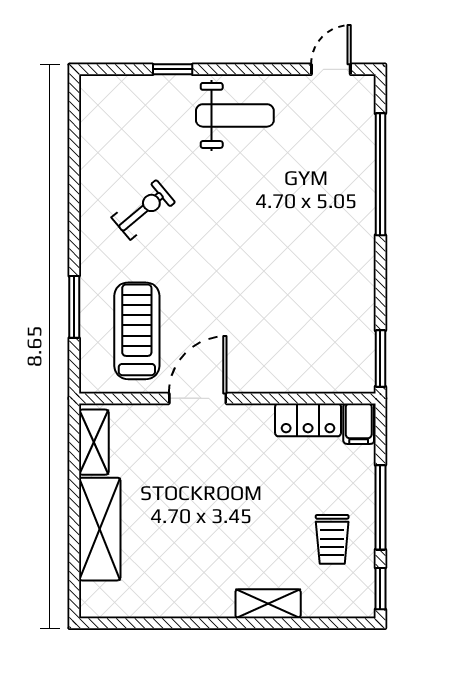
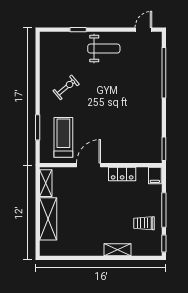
locker: (308, 420) -> (122, 174), moved
trolley: (332, 539) -> (144, 223), turned 90

